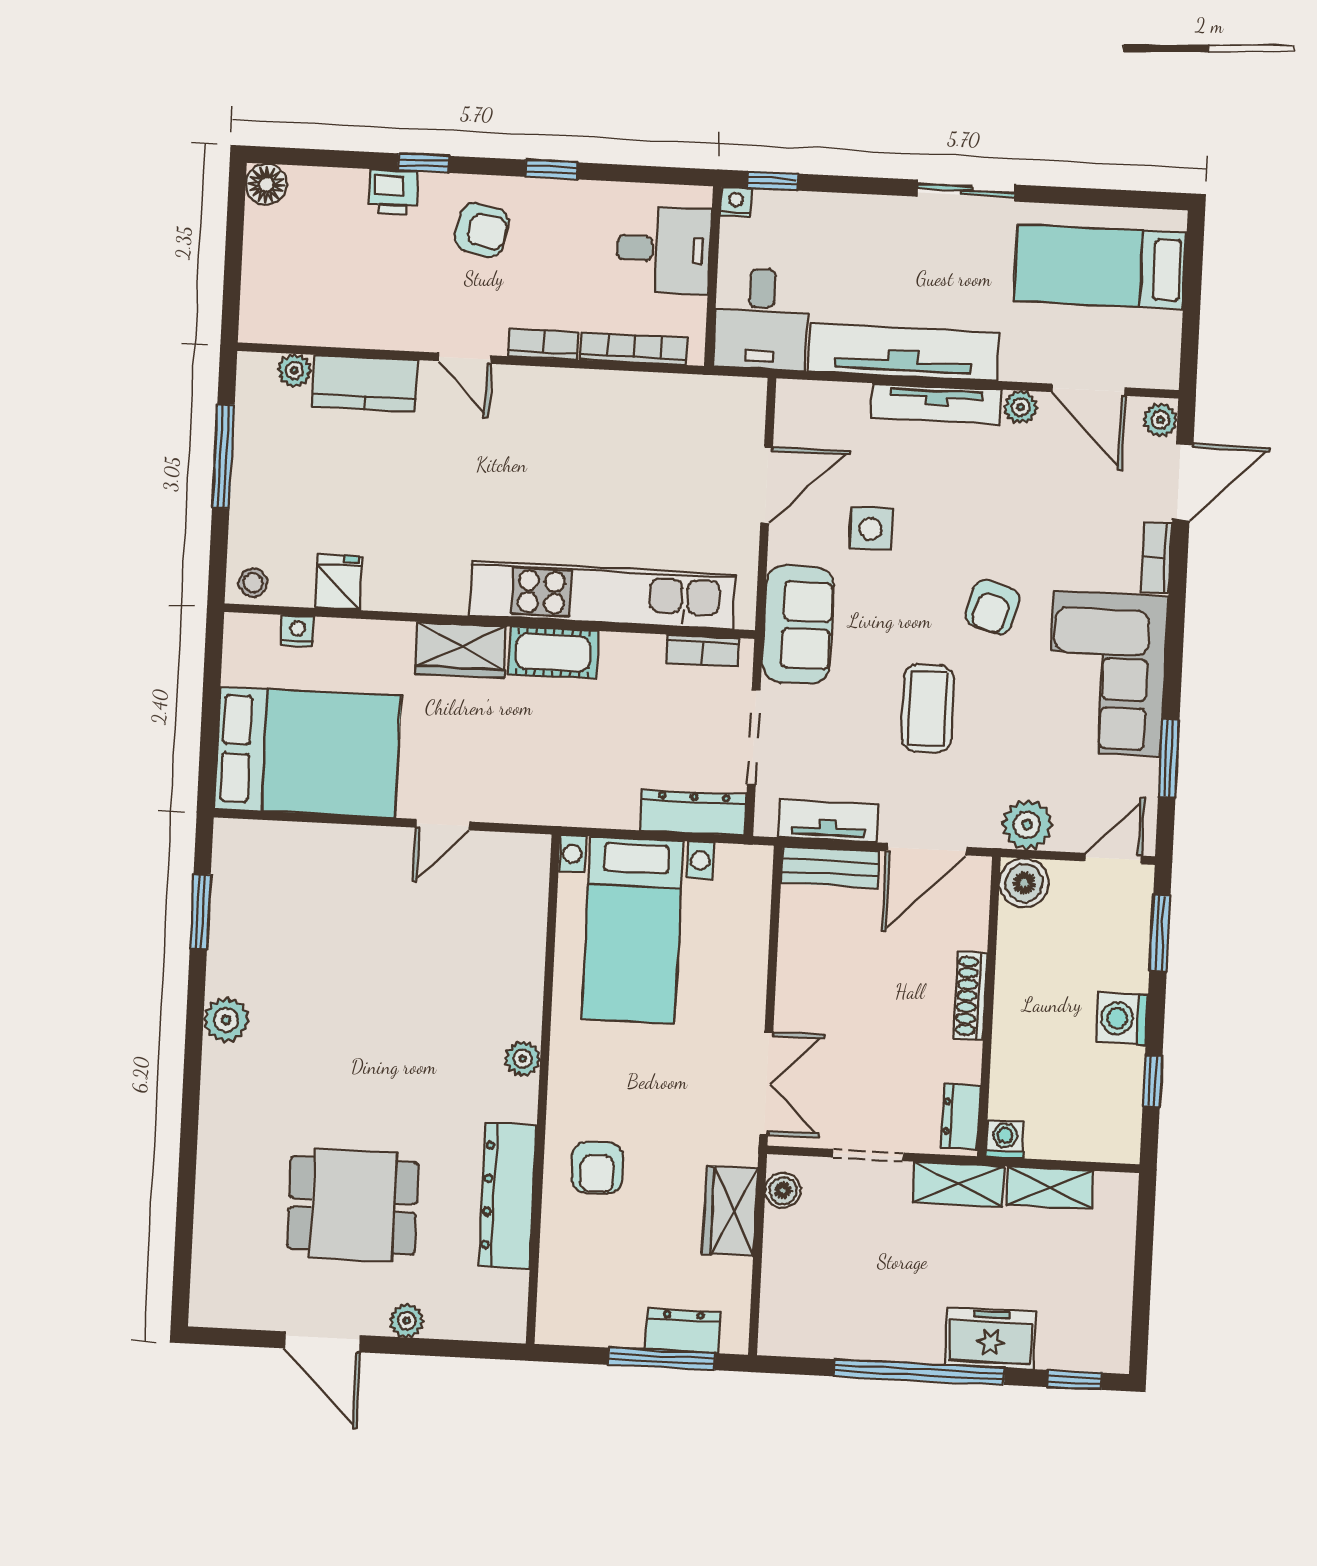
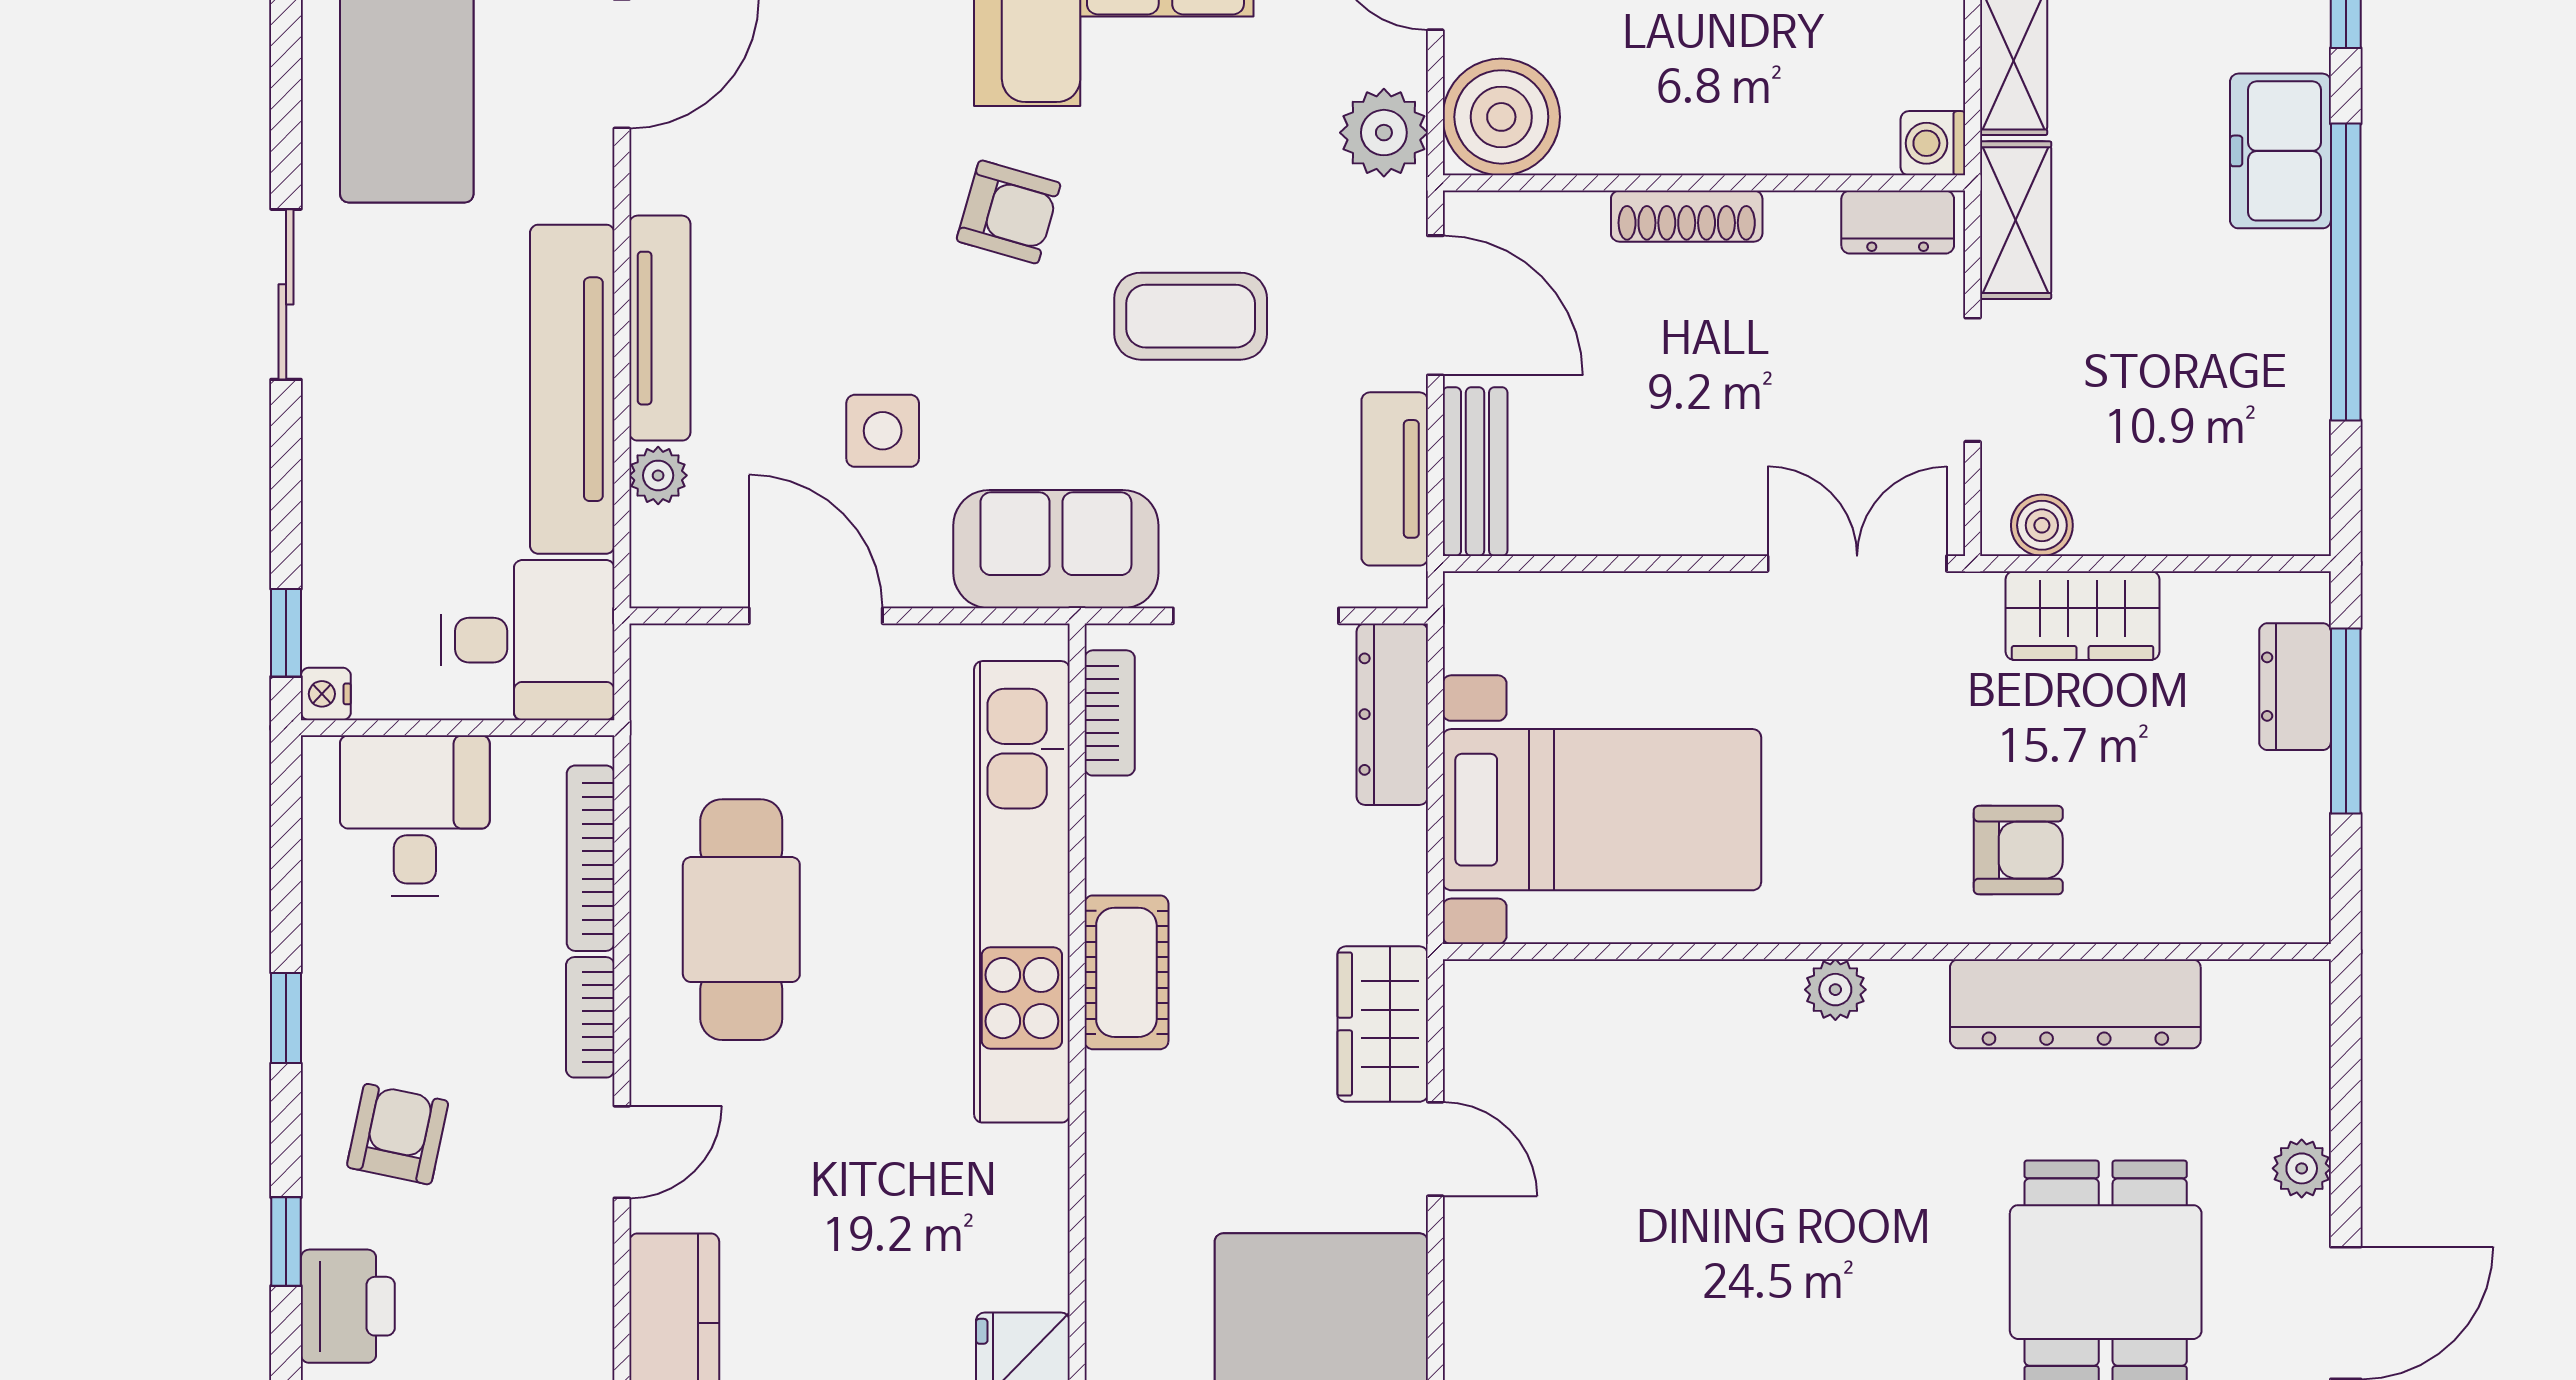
printer: (393, 192) -> (348, 1306), width x1.36, depth x1.24
plant: (1021, 407) -> (658, 475), moved
cafe table: (595, 433) -> (741, 920), added
wardrobe: (461, 650) -> (1383, 1024), moved, turned 180
boiler: (1024, 883) -> (1501, 117), width x1.37, depth x1.37

